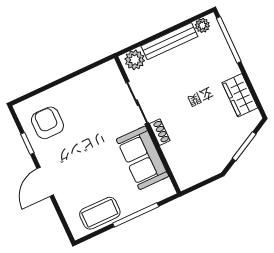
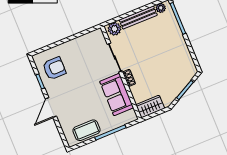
wardrobe: (240, 95) -> (150, 107), moved, turned 90
armchair: (47, 123) -> (54, 68), turned 90

